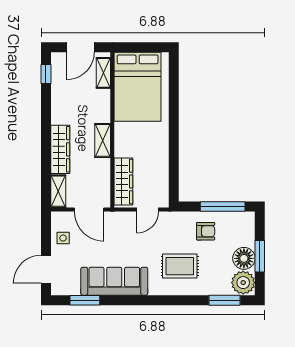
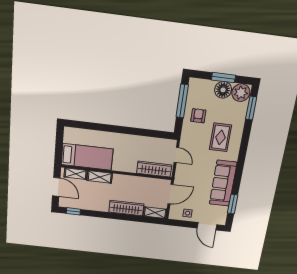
bed: (138, 87) -> (87, 157), width x0.67
shelving: (103, 140) -> (100, 177), moved

